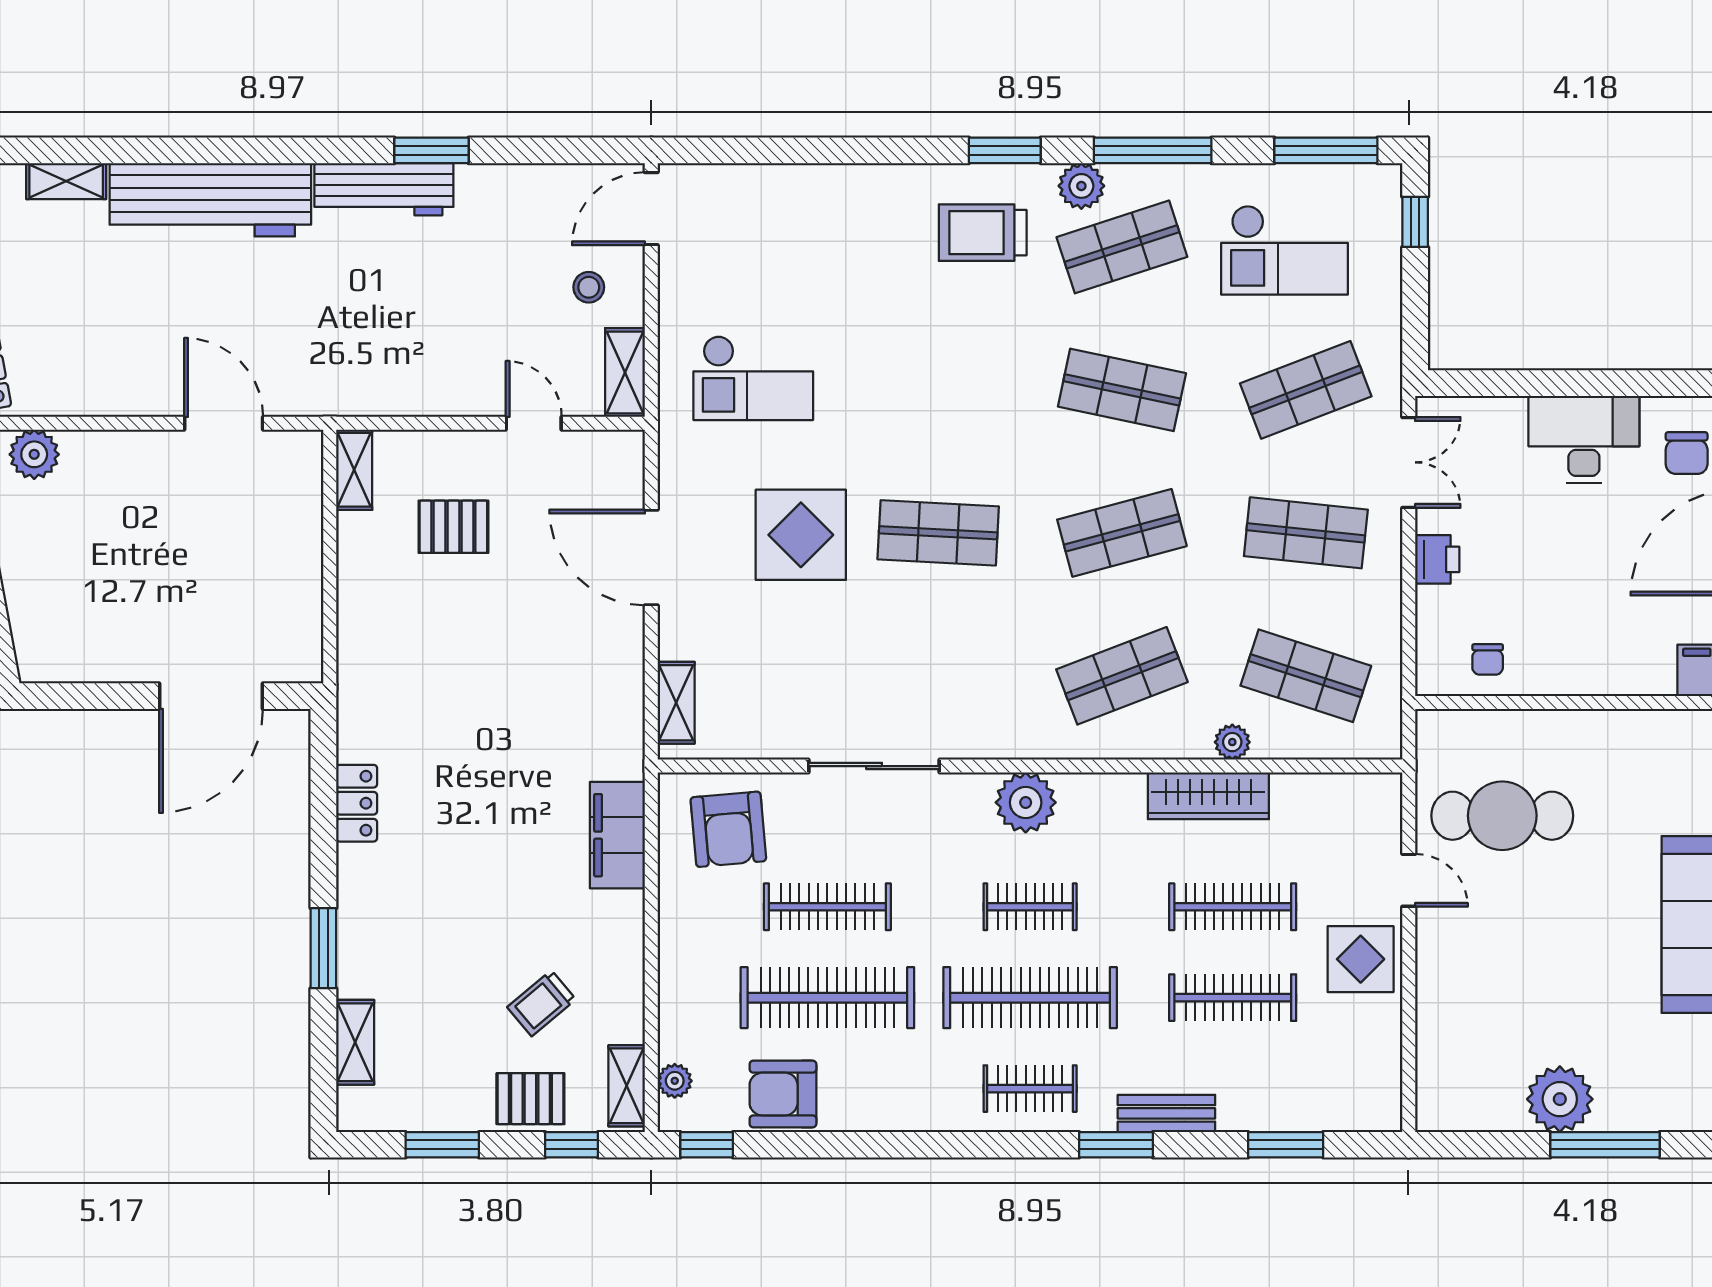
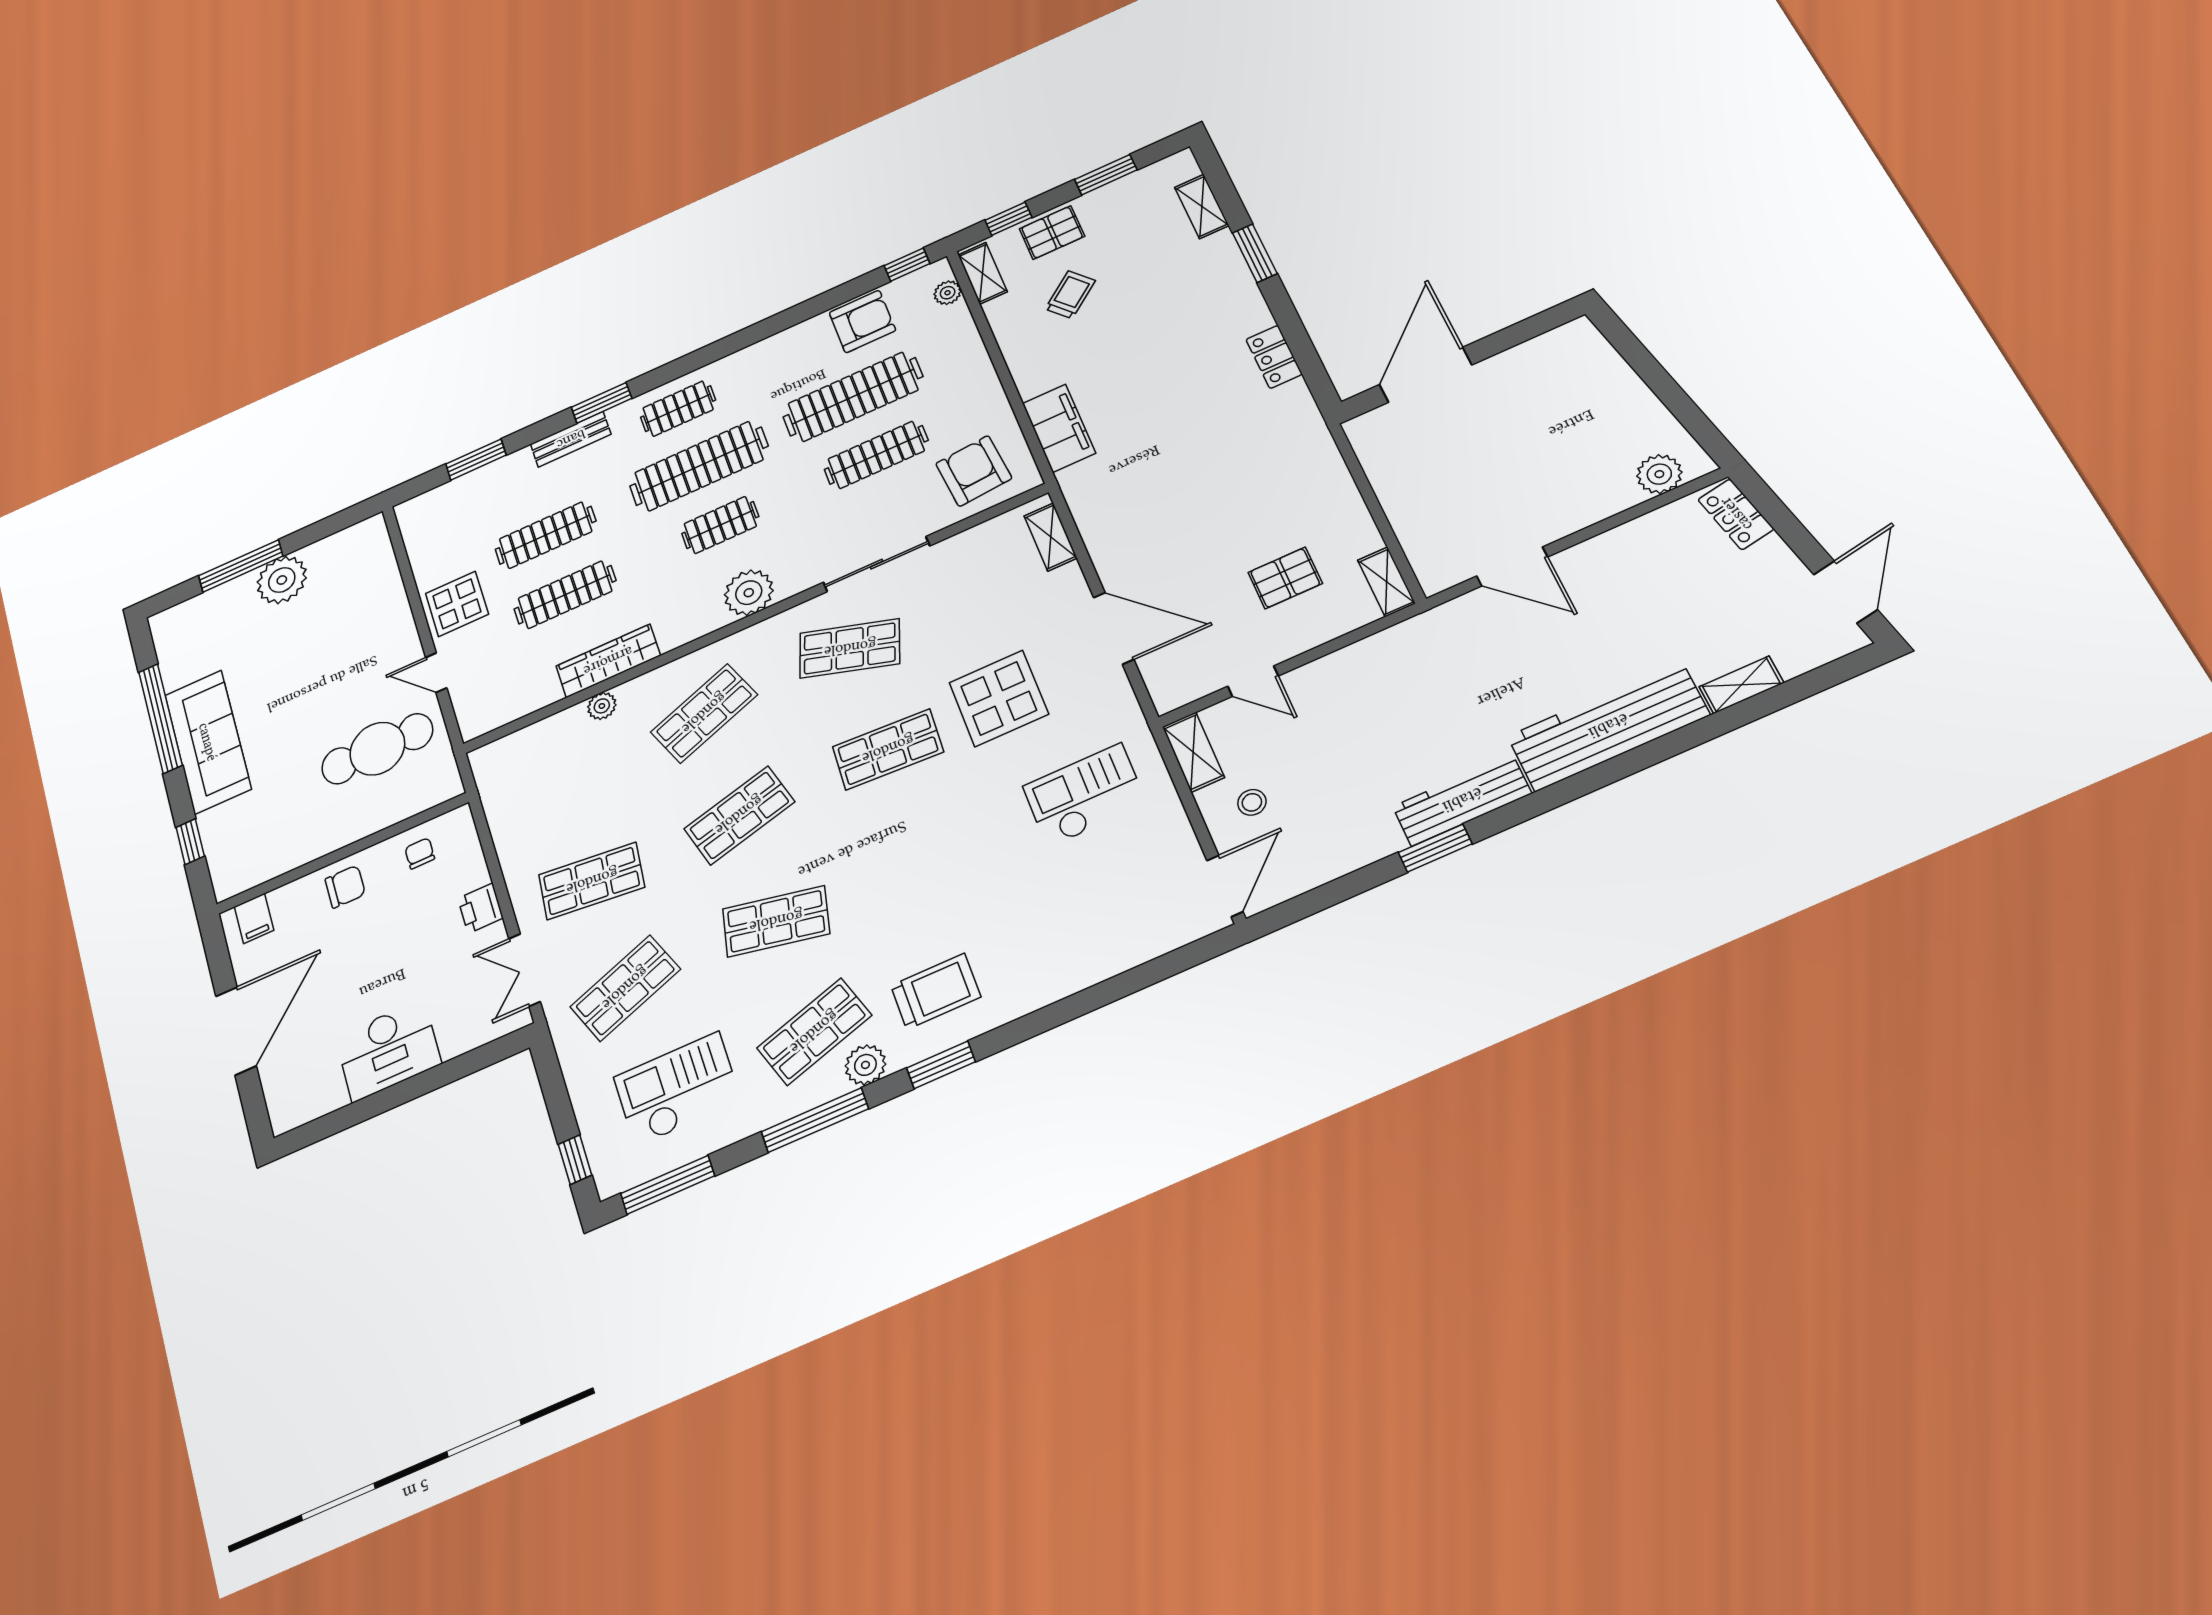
chair: (1687, 453) -> (345, 887), moved, turned 90
shop shelf: (1306, 676) -> (850, 648), moved

